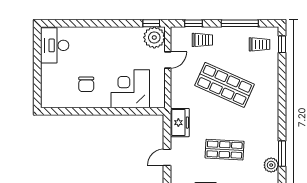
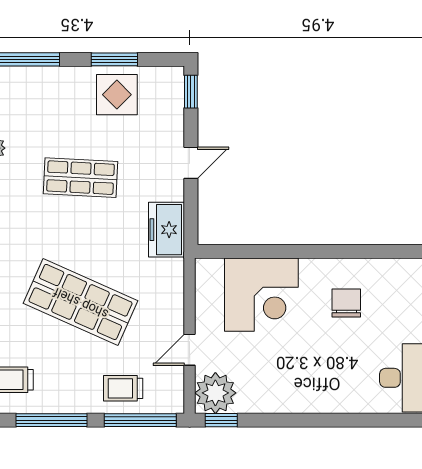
window: (193, 23) -> (140, 420), width x2.17

